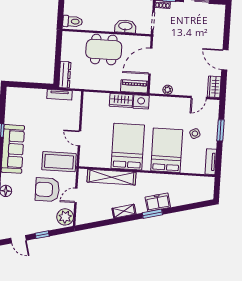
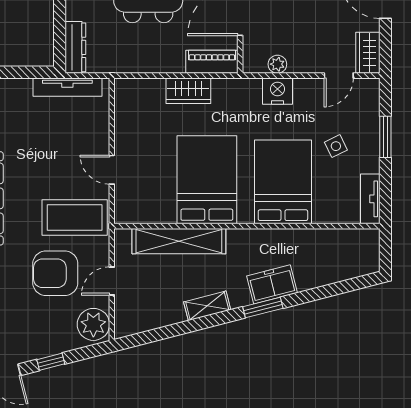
tv unit: (59, 95) -> (67, 87), width x1.41
nightstand: (141, 102) -> (278, 91), moved

